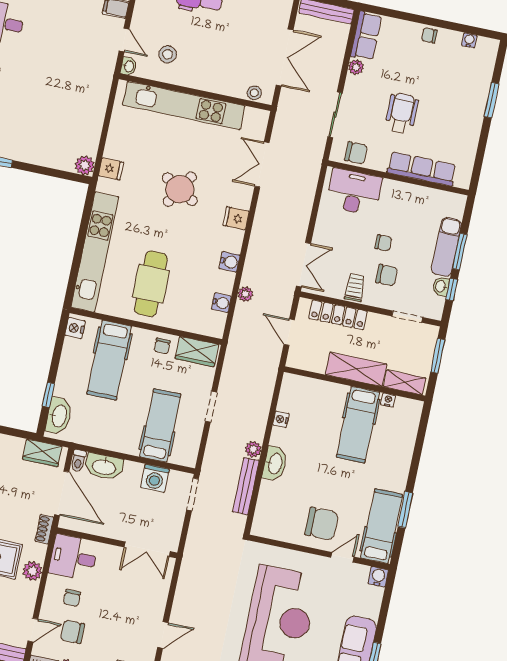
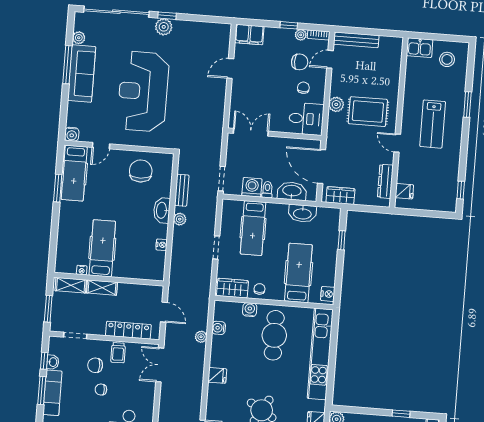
fridge: (236, 218) -> (217, 375), moved
water cooler: (230, 262) -> (250, 310), moved, turned 90
shelving: (356, 369) -> (102, 288), width x0.67, depth x0.75
washbasin: (59, 416) -> (302, 213), moved, turned -90
toilet: (78, 461) -> (267, 190), moved
bench: (246, 486) -> (182, 190), width x0.73
chair: (322, 524) -> (141, 171), moved, turned 88
shoe rack: (44, 529) -> (331, 137), removed

